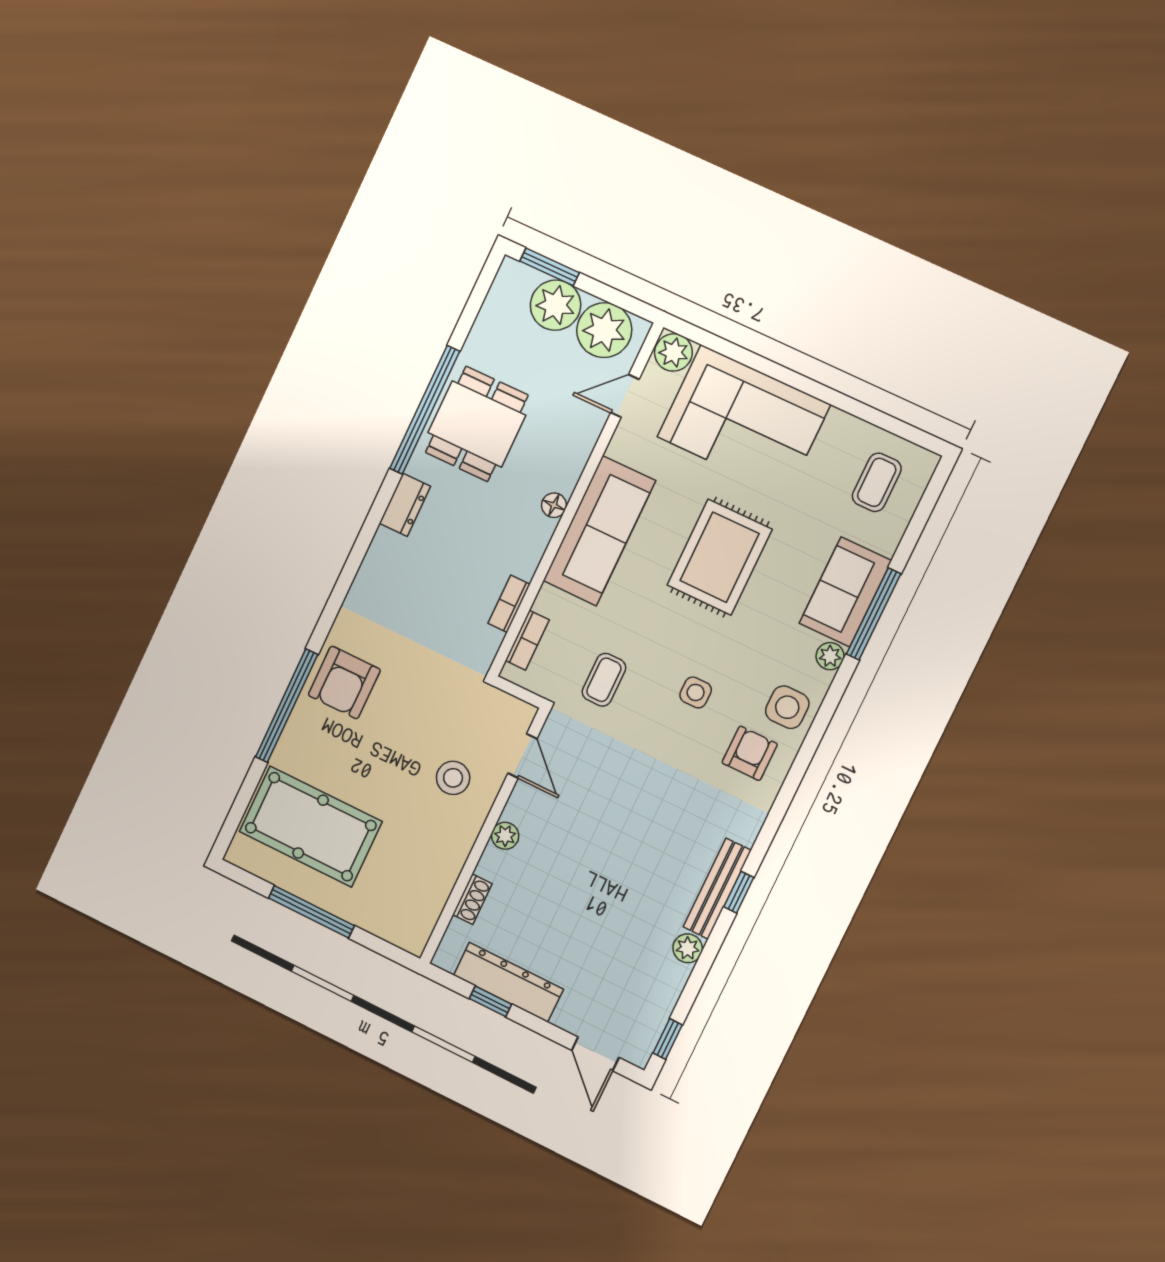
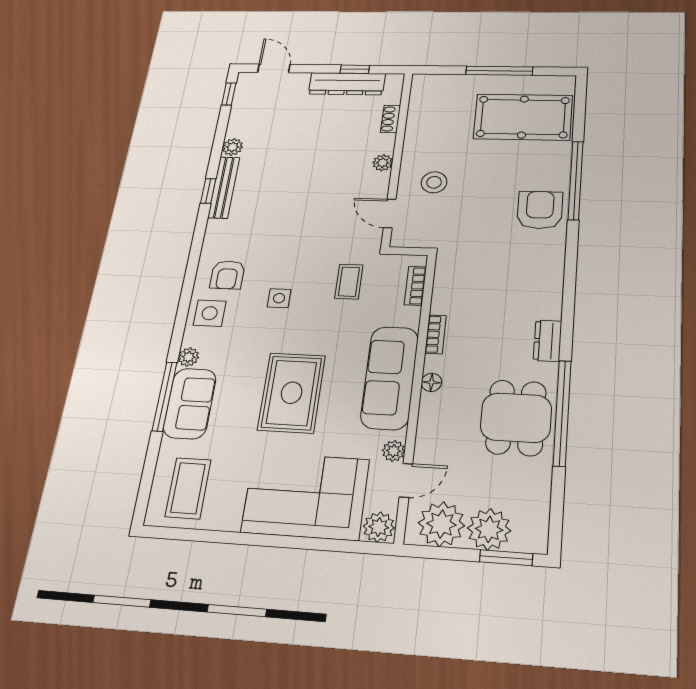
plant: (626, 437) -> (394, 451), added
coffee table: (877, 482) -> (188, 488), width x1.36, depth x1.30
bookcase: (509, 604) -> (435, 334), moved

